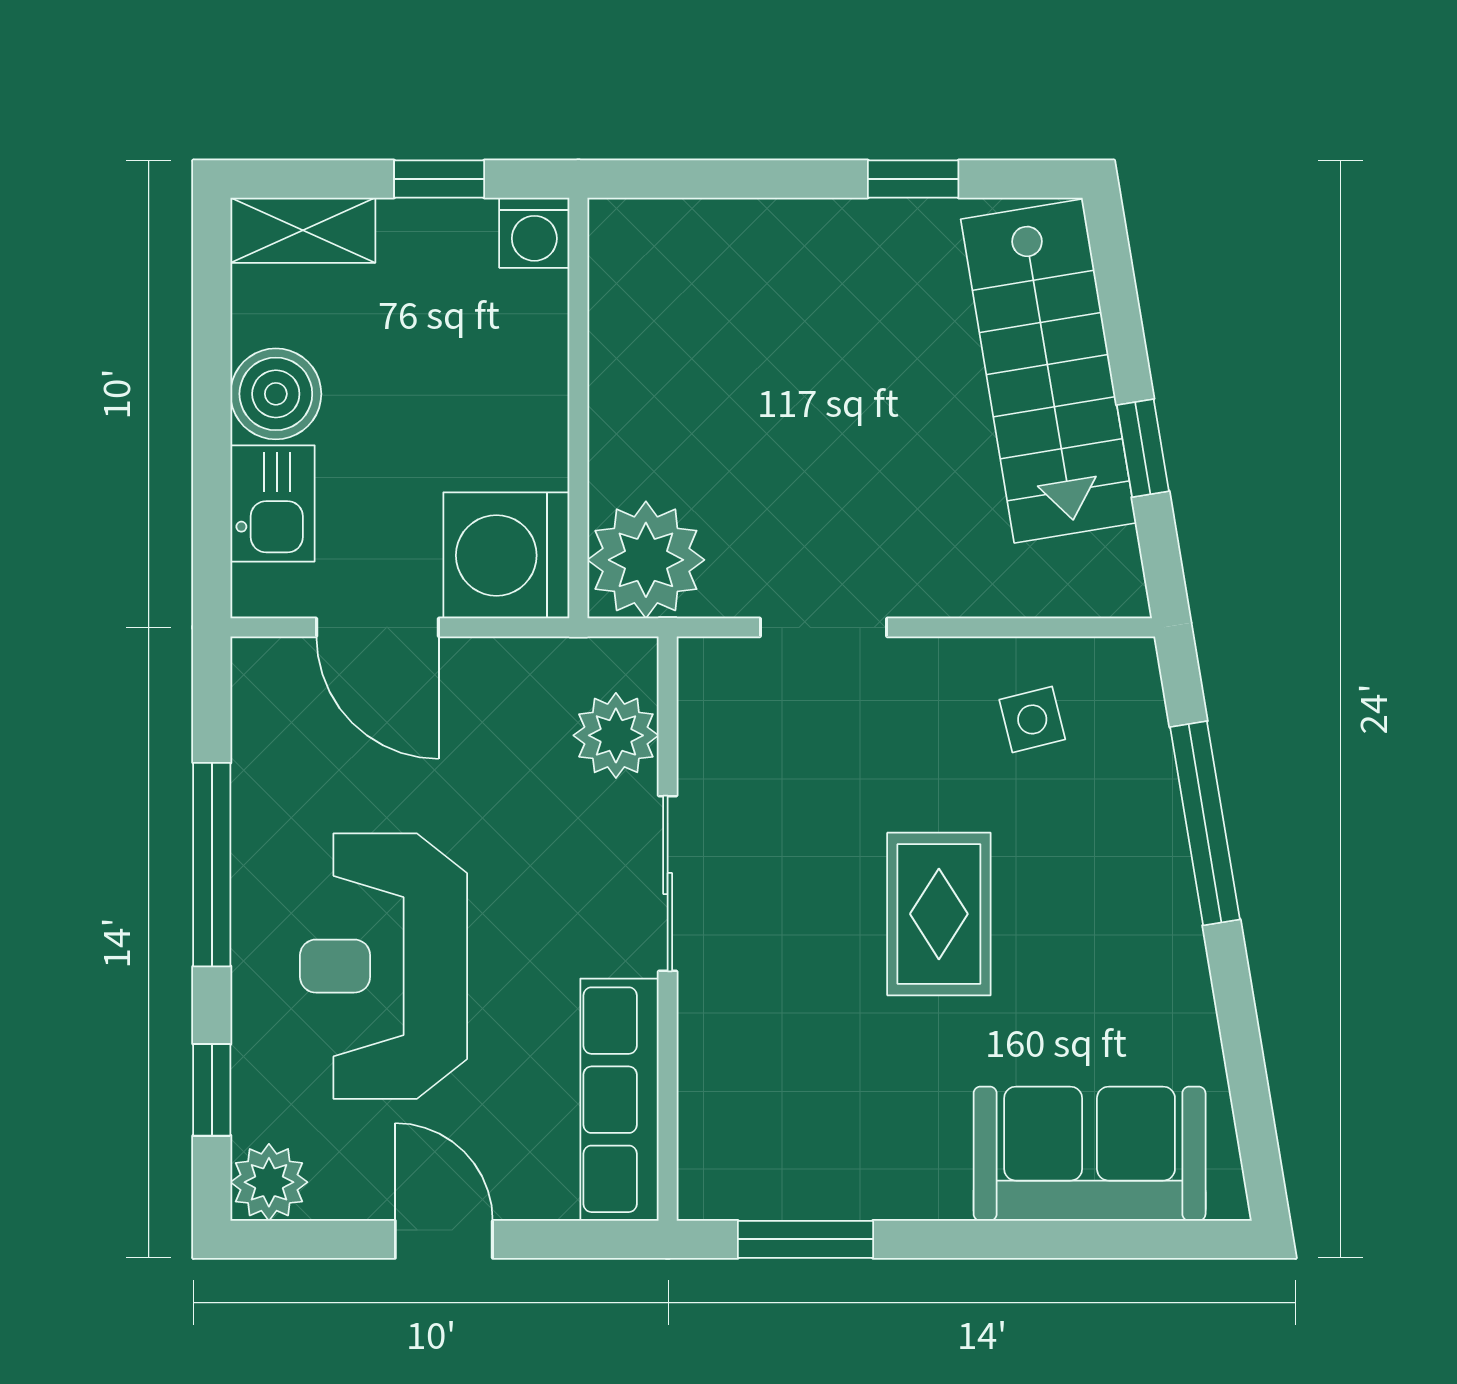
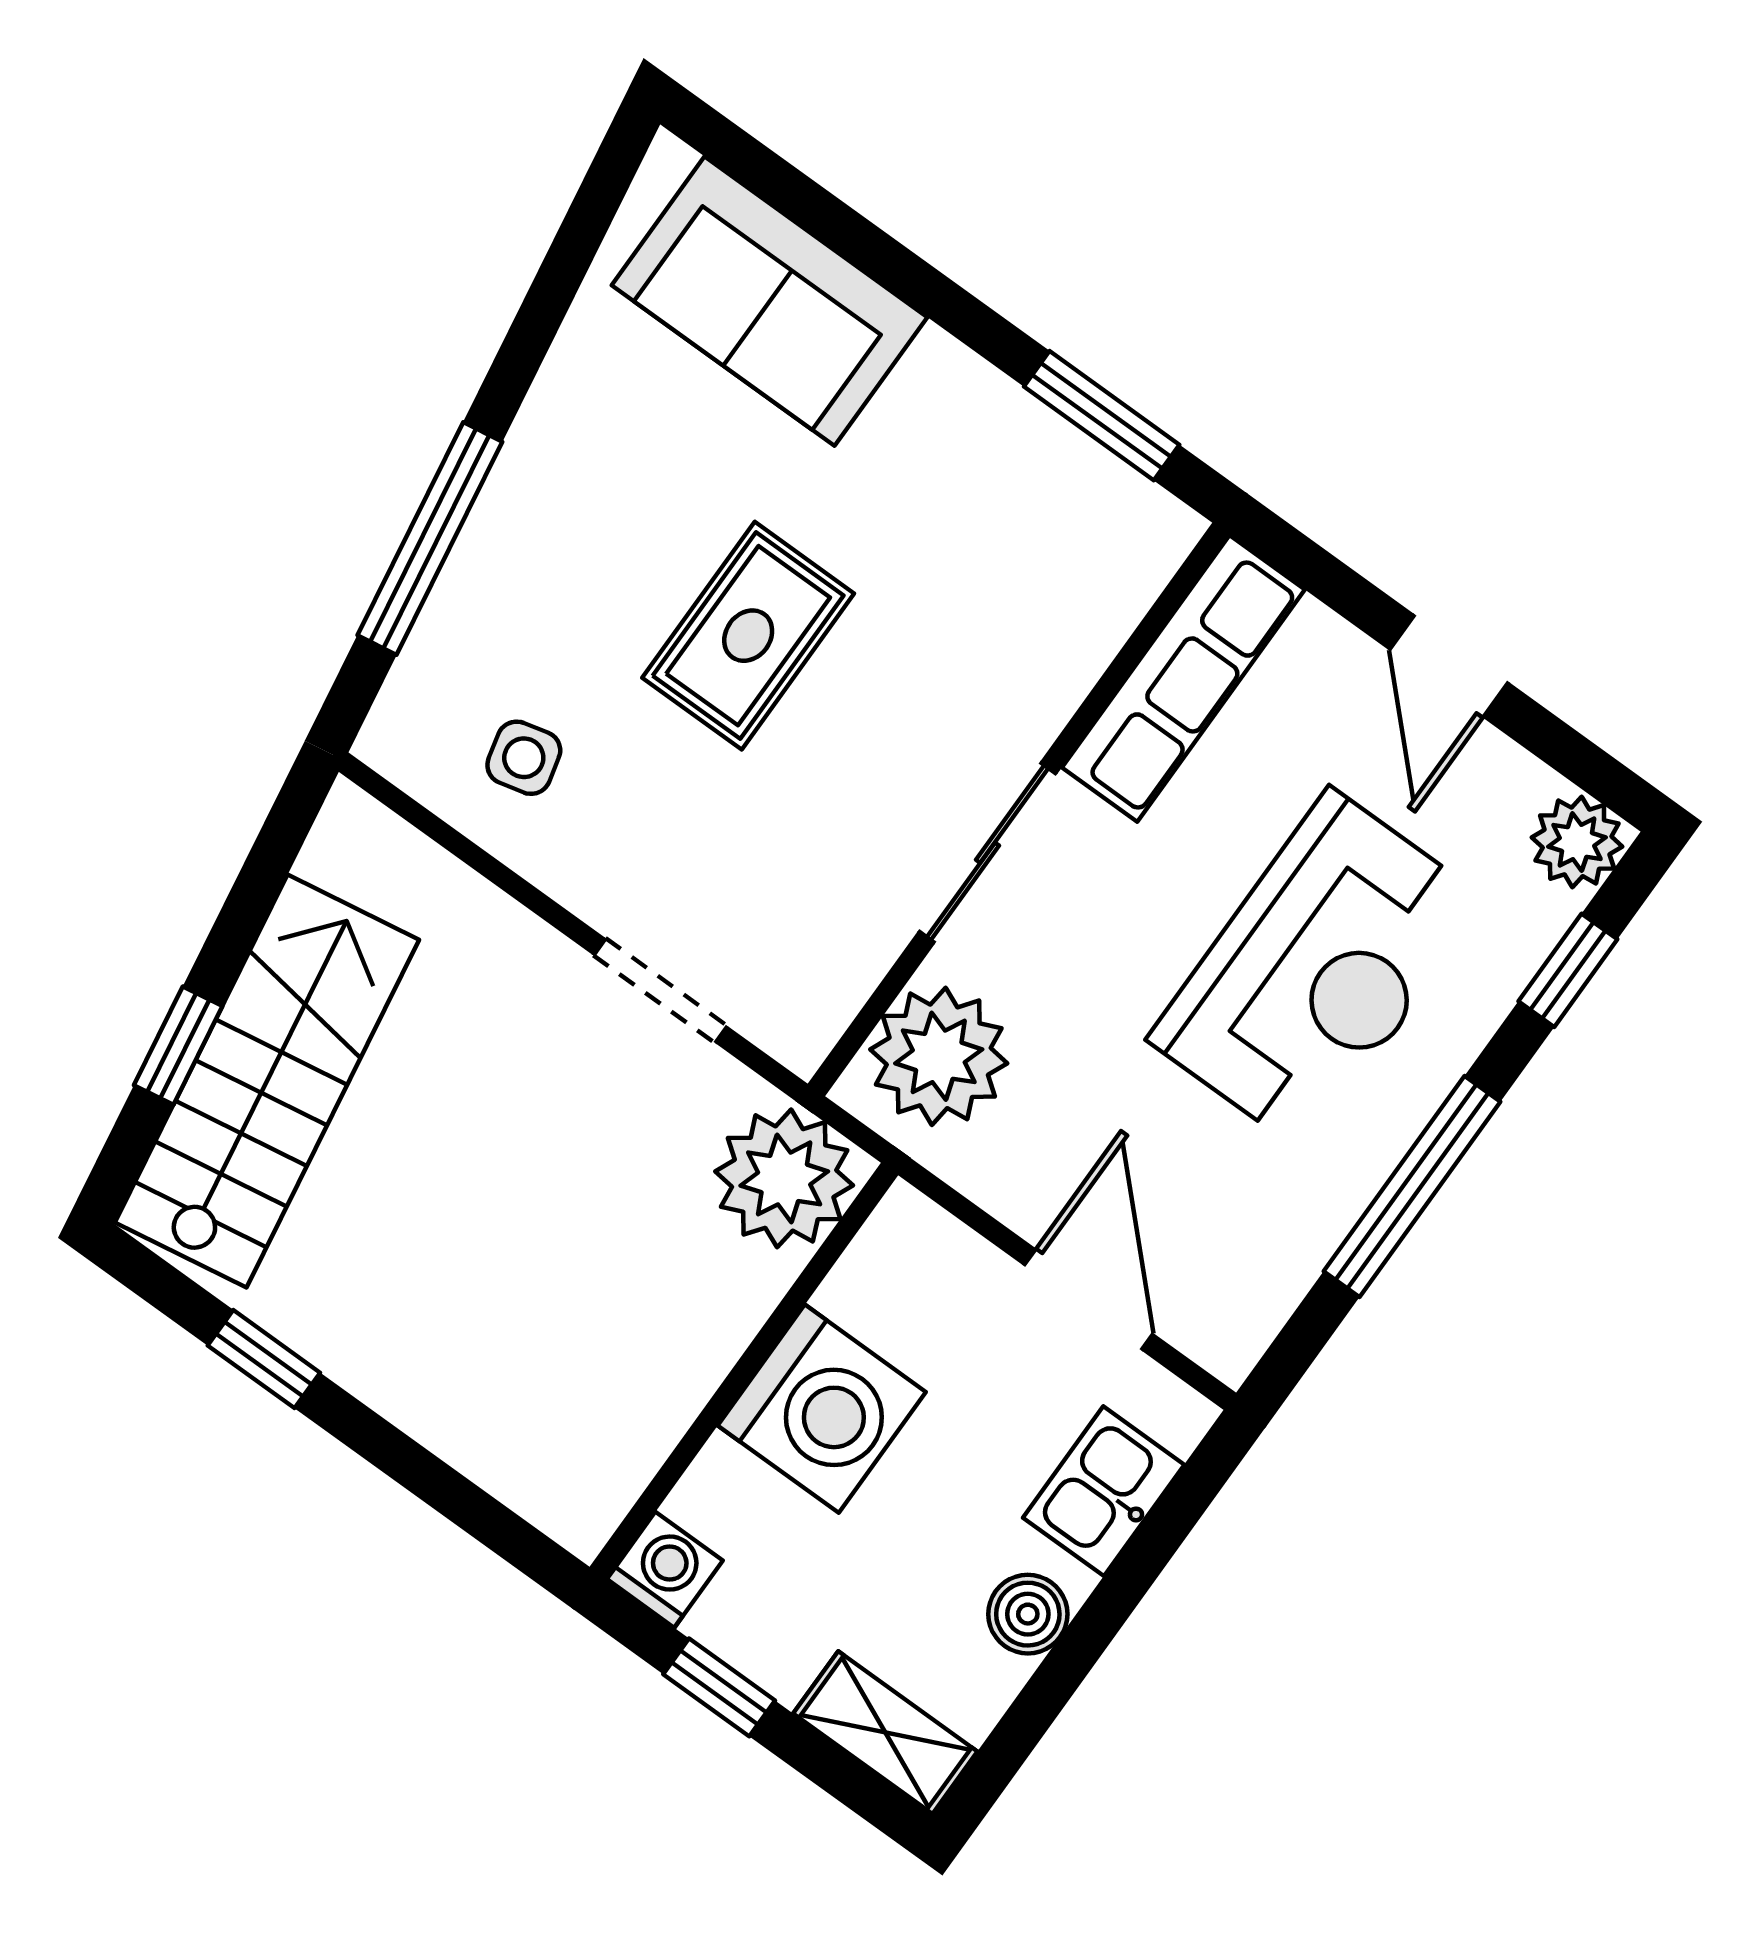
boiler: (276, 394) -> (1028, 1614), width x0.73, depth x0.73
window: (1143, 448) -> (178, 1046), moved
washing machine: (506, 555) -> (822, 1409), moved
plant: (616, 735) -> (939, 1056), width x1.36, depth x1.36

